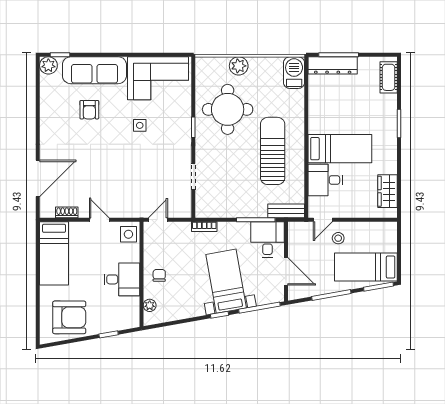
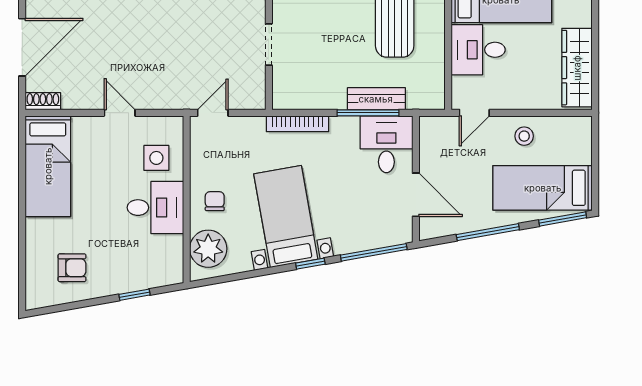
wardrobe: (388, 191) -> (577, 68), width x1.50
bench: (286, 211) -> (376, 99), moved
shoe rack: (67, 212) -> (43, 101), moved
bookcase: (204, 227) -> (297, 124), width x1.56
side table: (128, 234) -> (156, 158), moved
stool: (338, 238) -> (524, 136), moved
bed with nightstands: (226, 281) -> (286, 217), moved
plant: (150, 305) -> (208, 249), width x1.87, depth x1.87
armchair: (69, 317) -> (72, 268), width x0.53, depth x0.53

